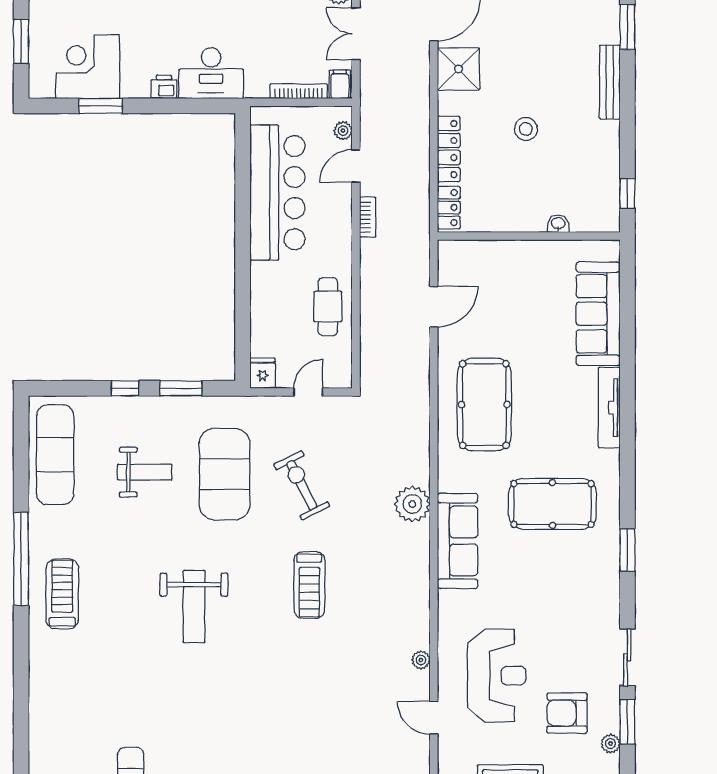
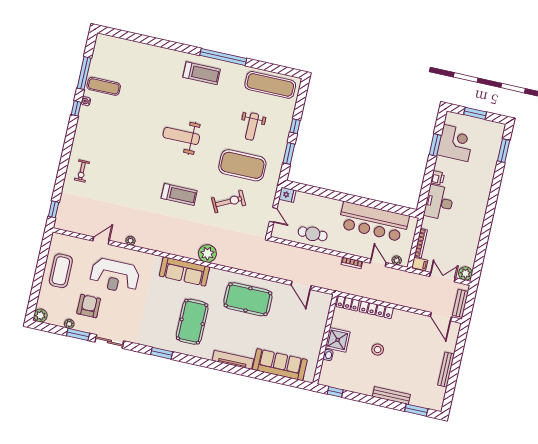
shower: (458, 69) -> (338, 340), moved
treadmill: (309, 585) -> (179, 194), turned 180

